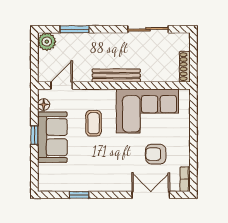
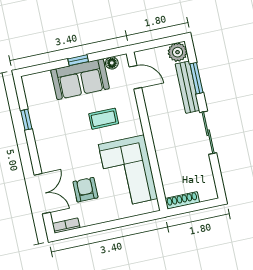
sliding door: (148, 29) -> (208, 133), moved
bench: (116, 76) -> (188, 87), moved

